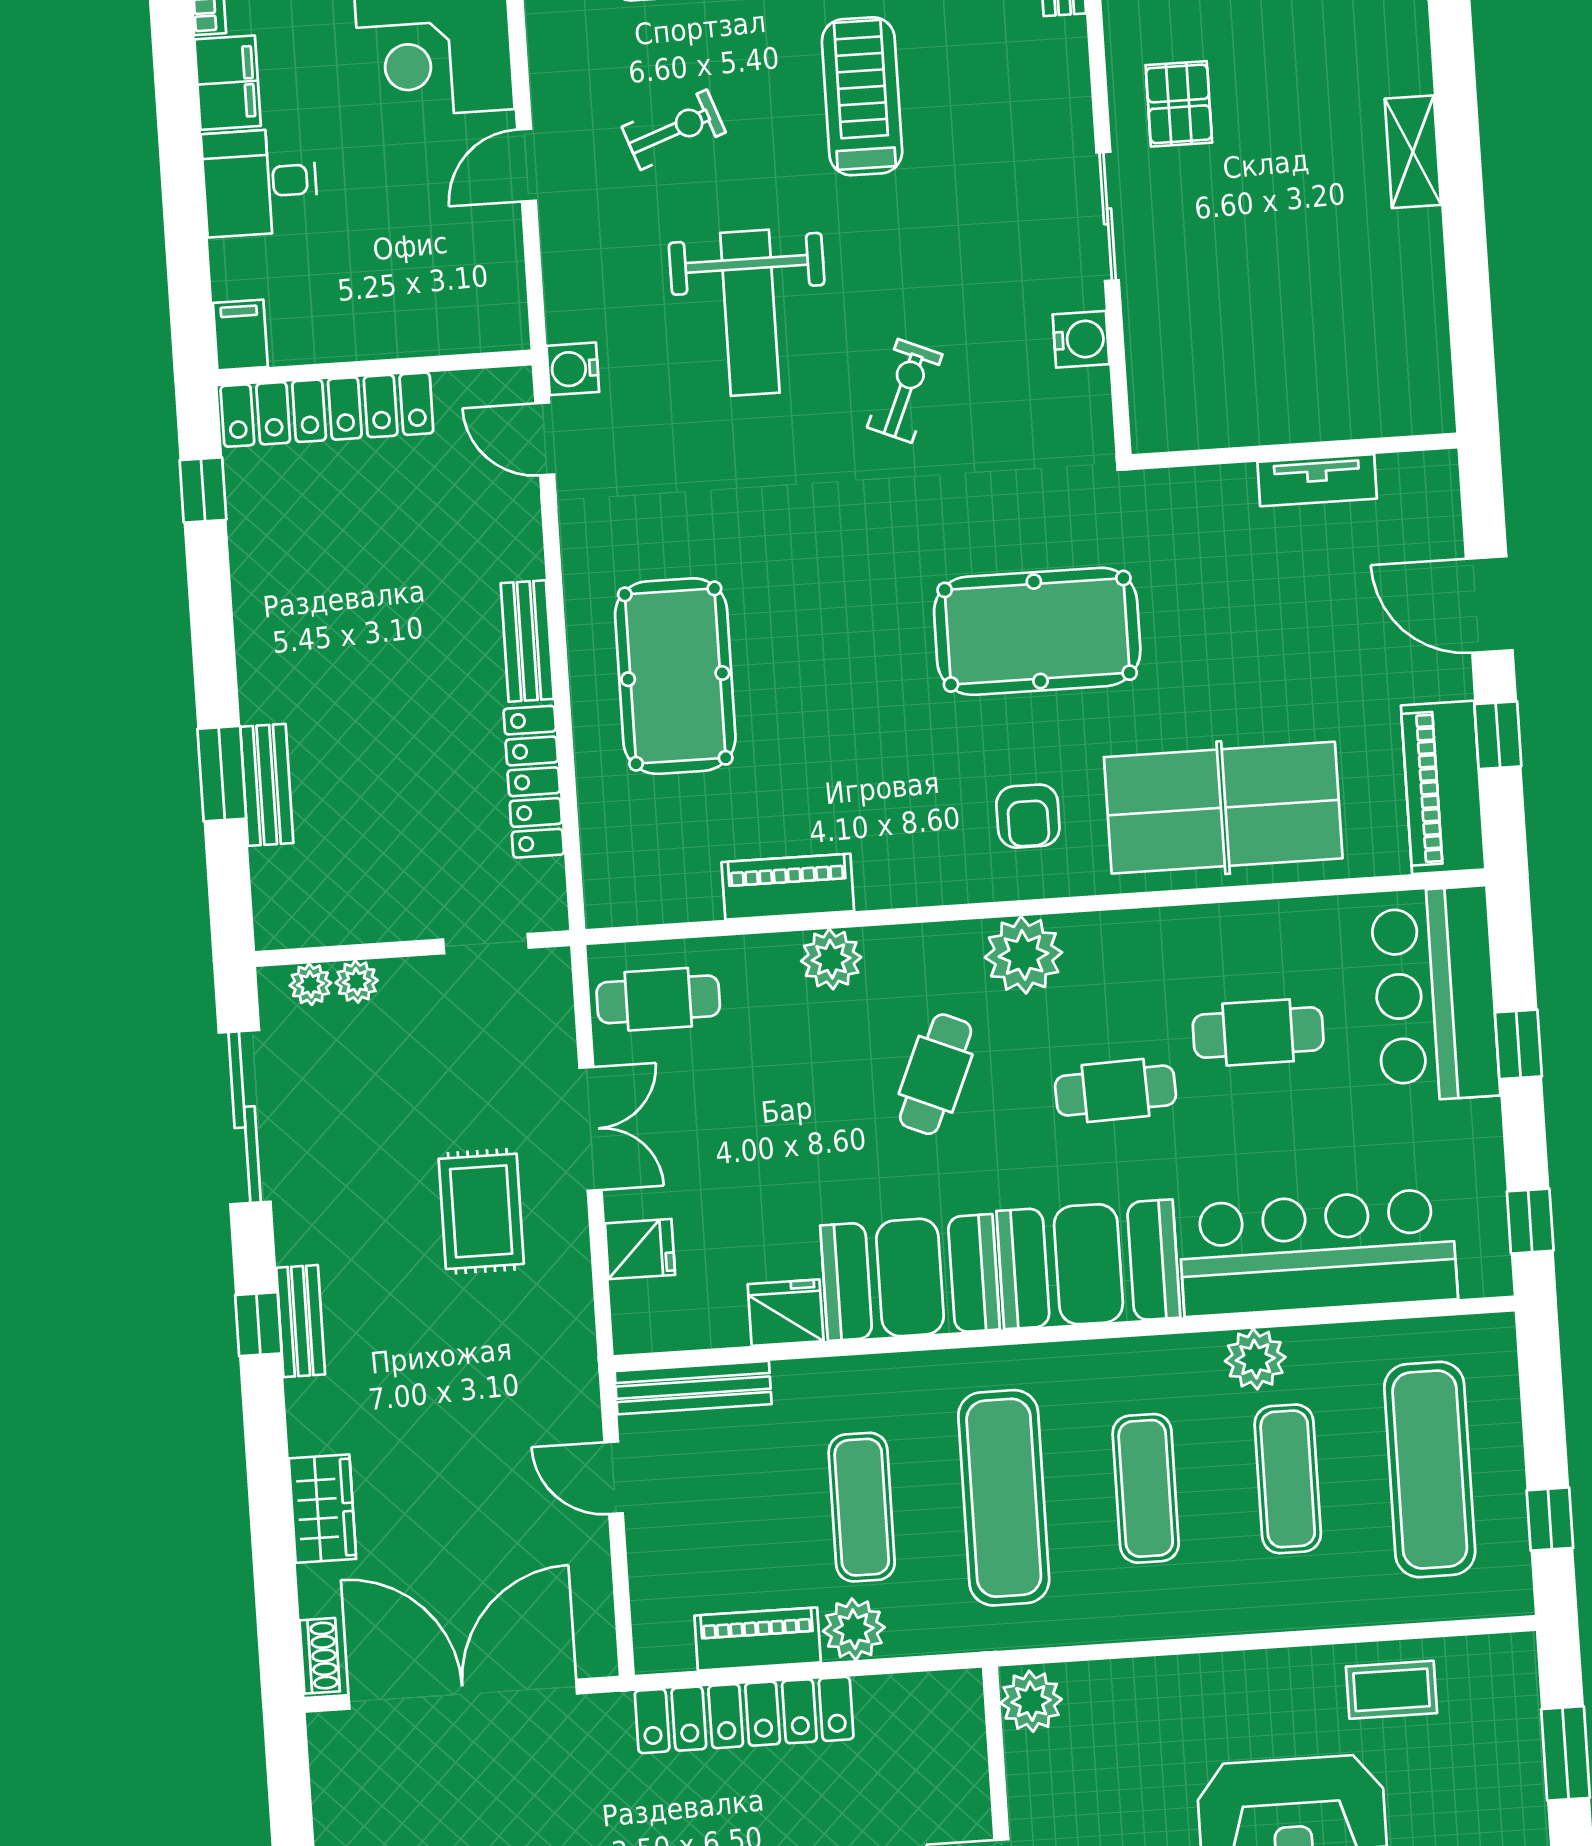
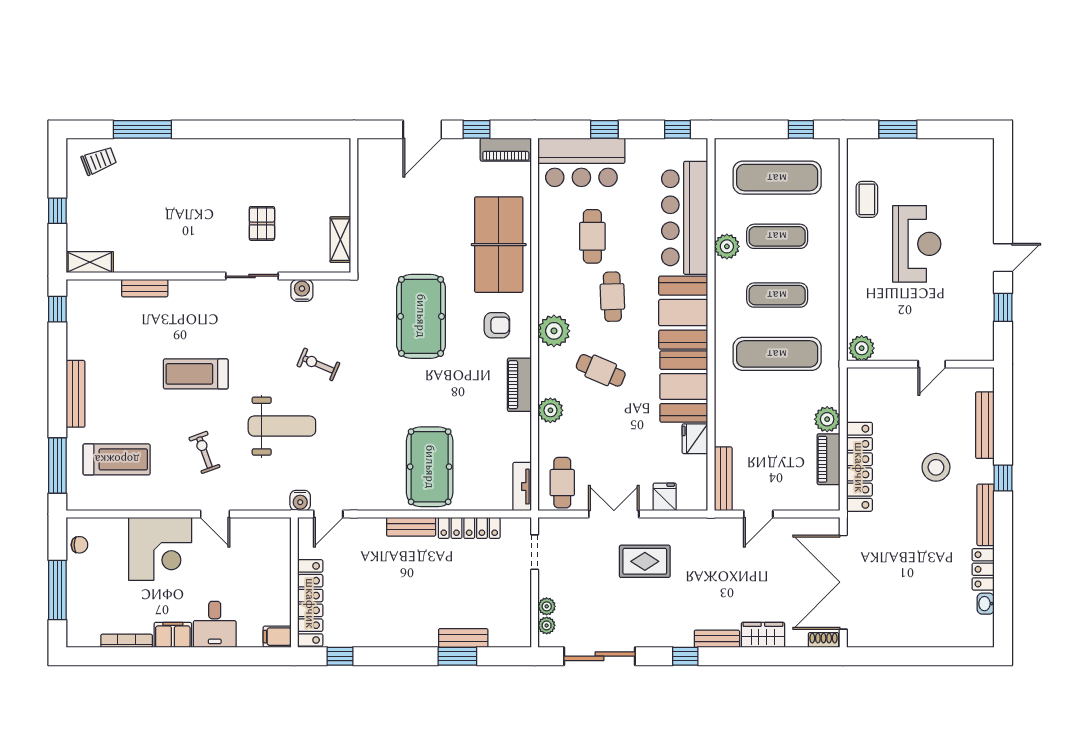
pallet: (1179, 104) -> (262, 223), moved, turned 90
shelving: (1413, 152) -> (340, 240), moved, turned 90
tv unit: (1317, 480) -> (522, 487), moved, turned 180
pool table: (675, 676) -> (430, 467), turned 90
piano: (1443, 787) -> (506, 150), width x0.73, depth x0.75
piano: (788, 887) -> (519, 385), moved
bench: (301, 1321) -> (717, 639), moved
exercise mat: (862, 1507) -> (777, 413), removed

